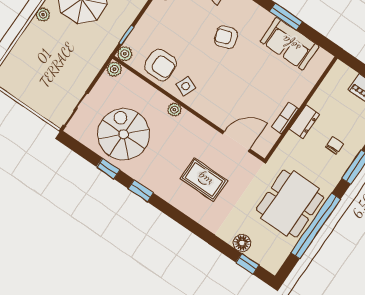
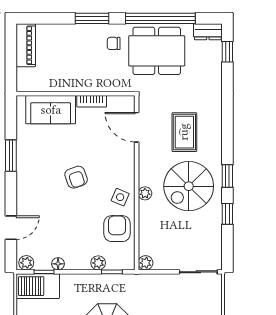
armchair: (226, 37) -> (76, 177), moved
sofa: (290, 44) -> (51, 110), moved, turned 90
plant: (125, 54) -> (98, 263), moved
dresser: (305, 122) -> (208, 32), moved, turned 180
spiral stairs: (124, 134) -> (189, 186), moved
chair: (334, 145) -> (114, 43), moved
floor lamp: (242, 243) -> (214, 67), removed

